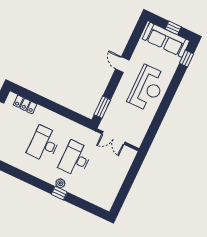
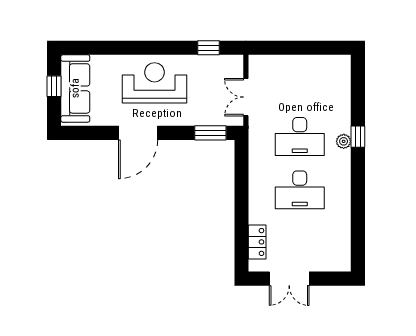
window: (186, 59) -> (209, 48), moved
door: (122, 65) -> (138, 133), width x1.88
double door: (113, 138) -> (246, 97), swing flipped

